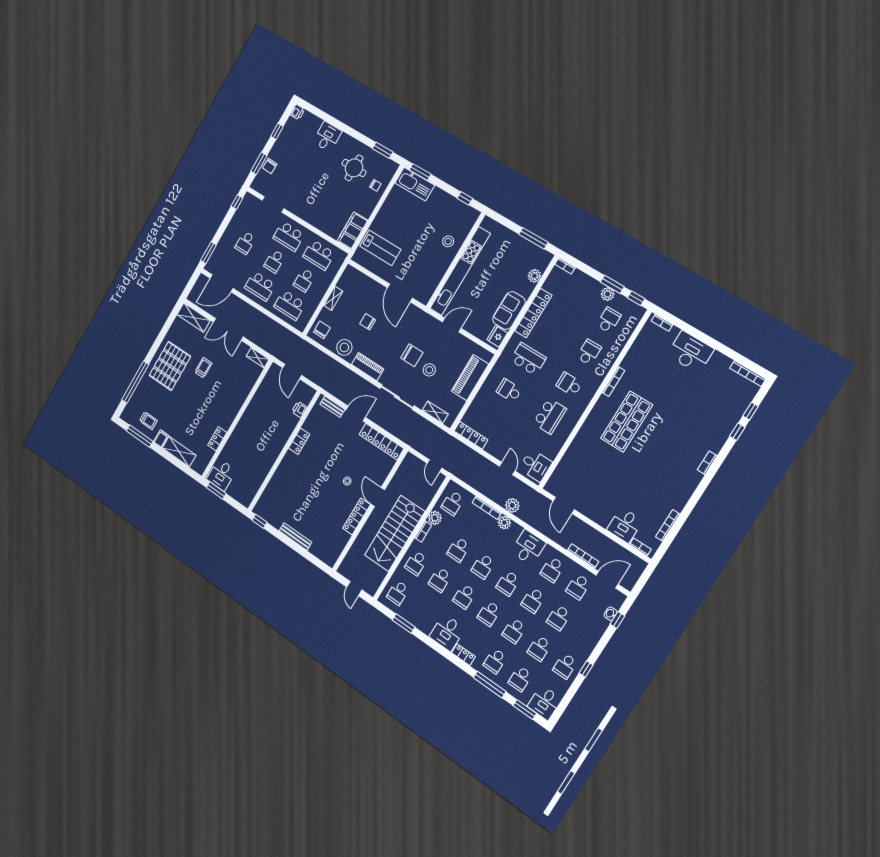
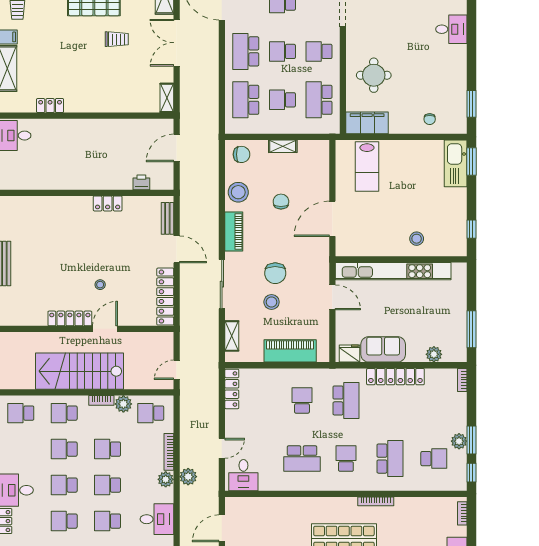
round table: (354, 168) -> (374, 75), moved
school desk: (289, 236) -> (319, 51), width x0.54
school desk: (589, 352) -> (390, 459), width x1.85

